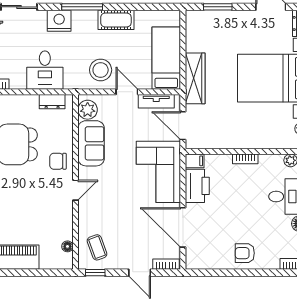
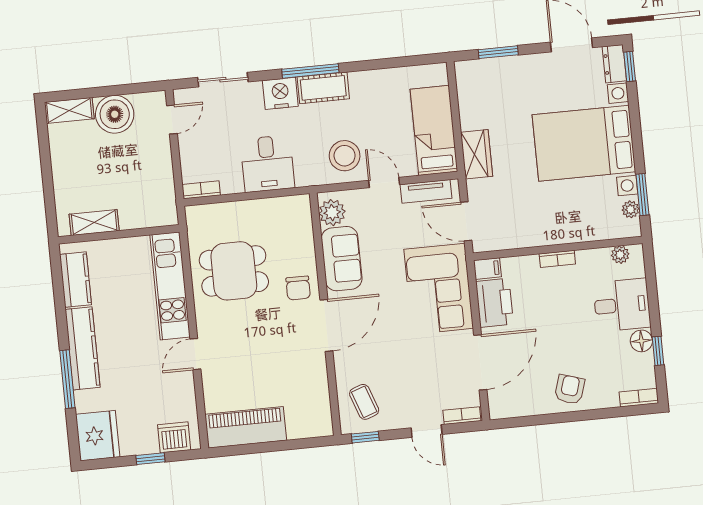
cot: (116, 20) -> (323, 88), moved
wardrobe: (195, 78) -> (477, 154), width x0.67
dresser: (52, 102) -> (282, 206), removed
chair: (58, 161) -> (298, 288), turned -90
door: (76, 190) -> (326, 325), width x1.87
door: (183, 227) -> (480, 362), swing flipped
floor lamp: (67, 246) -> (323, 405), removed
armchair: (245, 253) -> (570, 389), turned 107

